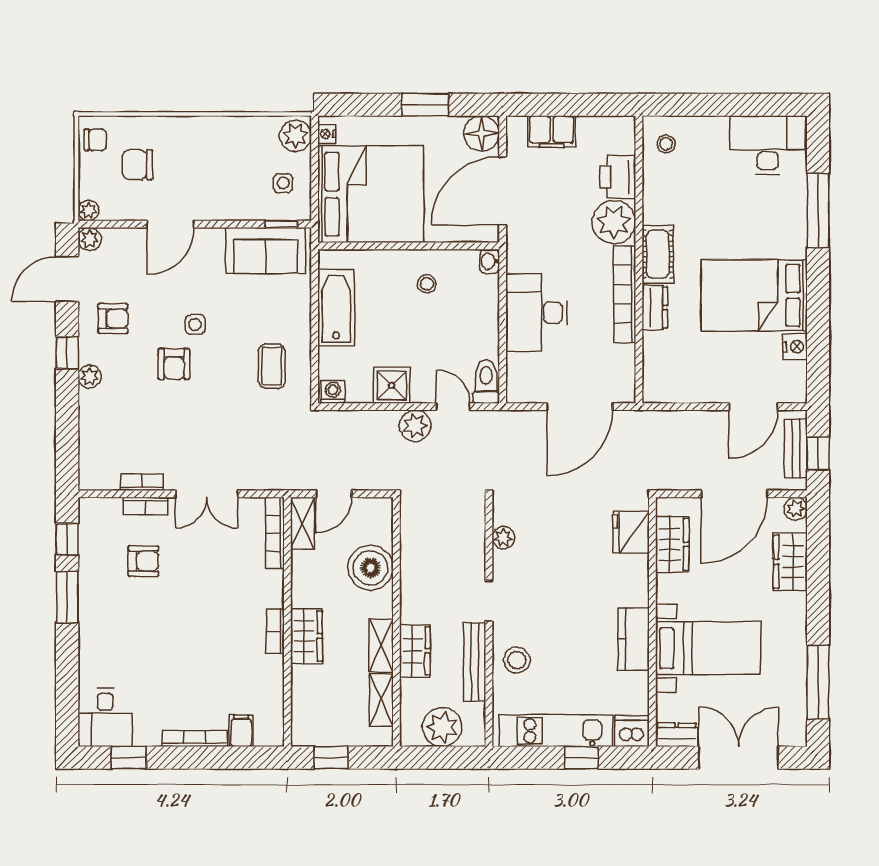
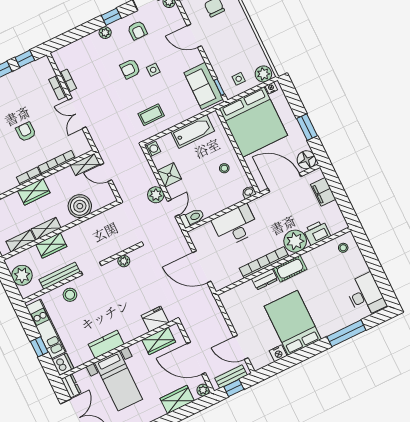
bookcase: (275, 533) -> (57, 162), moved
armchair: (143, 561) -> (26, 132), moved, turned 180

